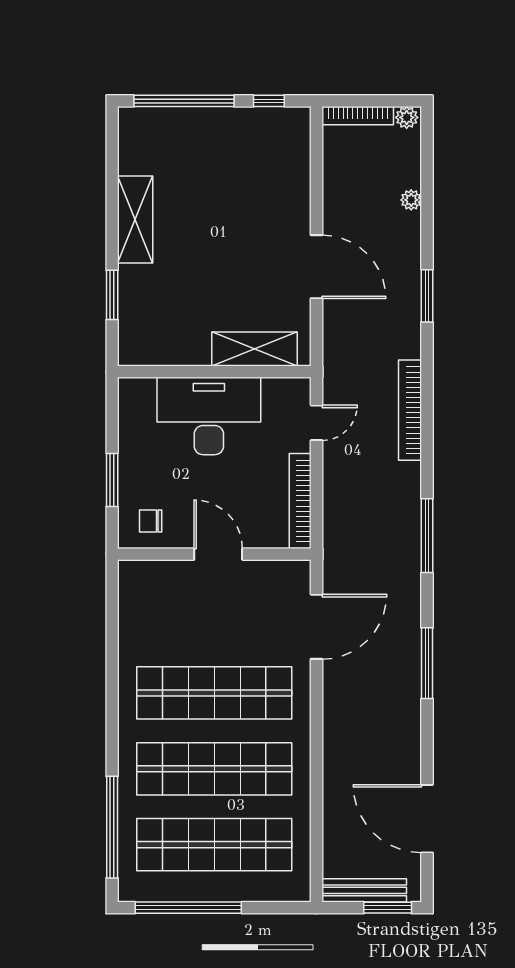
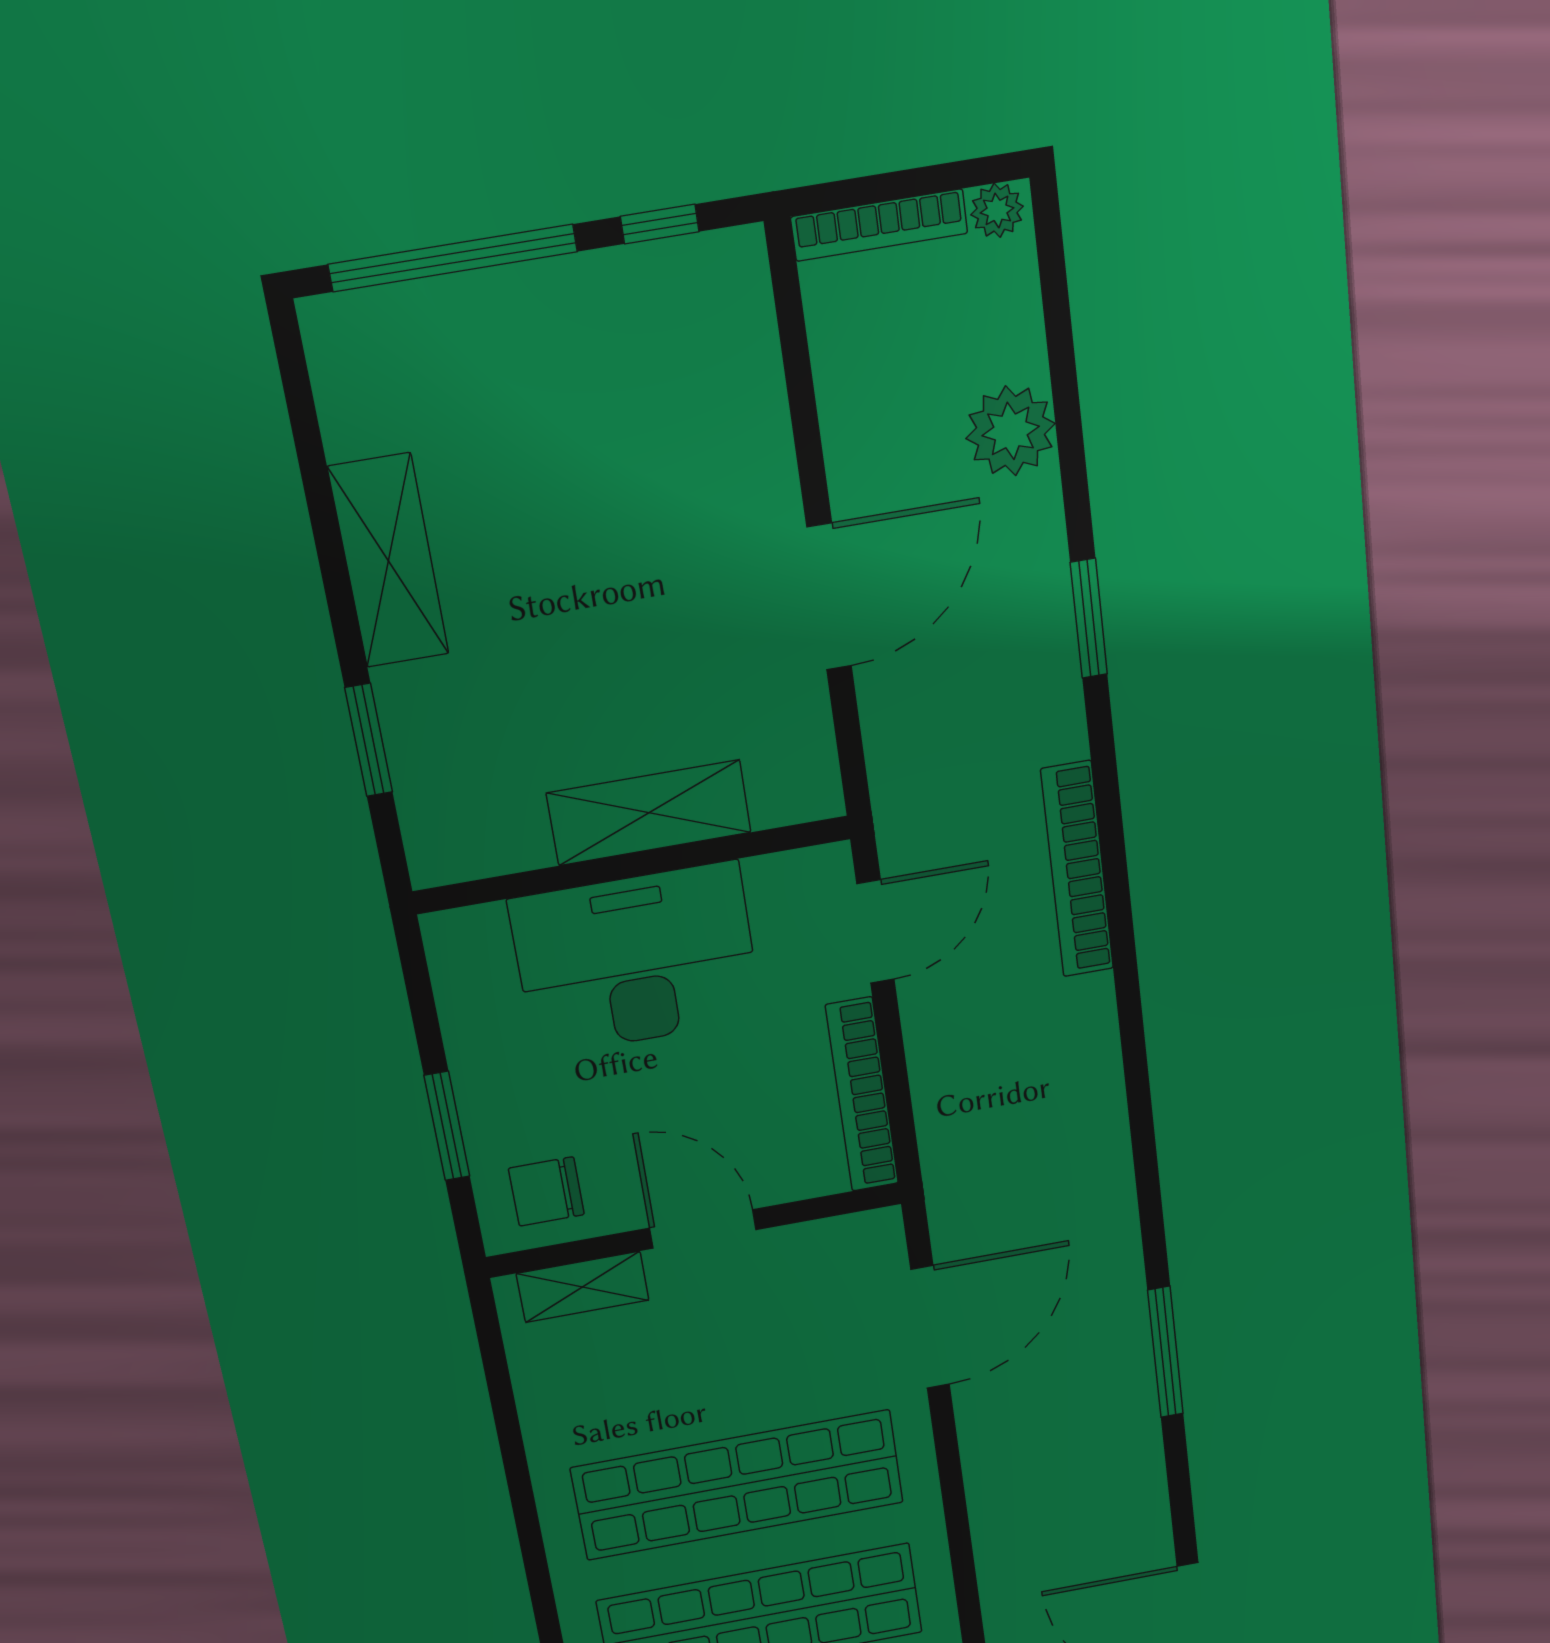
plant: (411, 200) -> (1011, 431), width x1.88, depth x1.88
door: (316, 267) -> (829, 597), hinge flipped
shelving: (255, 349) -> (649, 813), moved
door: (316, 423) -> (875, 932), width x1.38
chair: (151, 521) -> (546, 1191), width x1.37, depth x1.37
window: (427, 536) -> (1141, 1114), removed
shelving: (159, 573) -> (583, 1287), added

